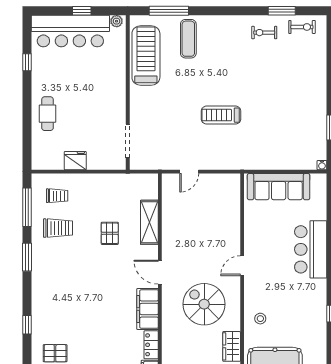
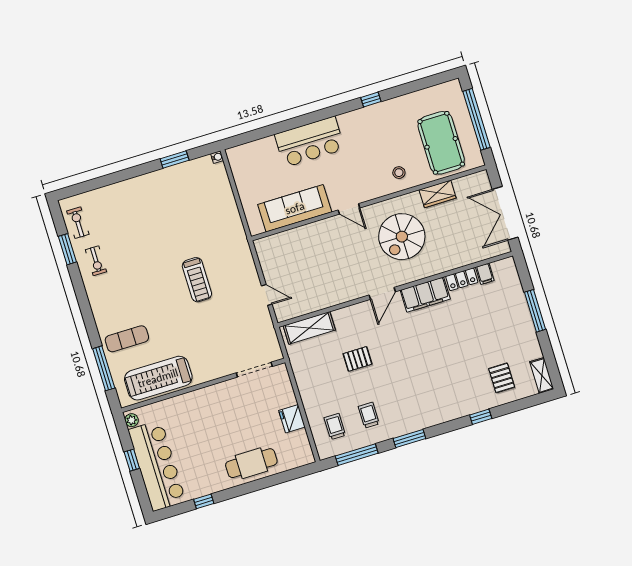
cafe table: (47, 114) -> (251, 463), width x1.37, depth x1.35
sofa: (279, 187) -> (295, 208), moved, turned -90
shelving: (149, 222) -> (309, 328), moved
trolley: (58, 228) -> (369, 415), width x0.73, depth x0.72

